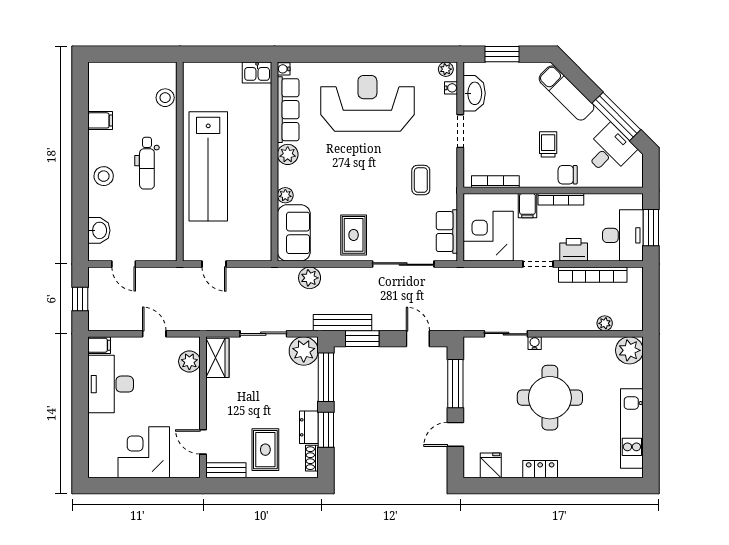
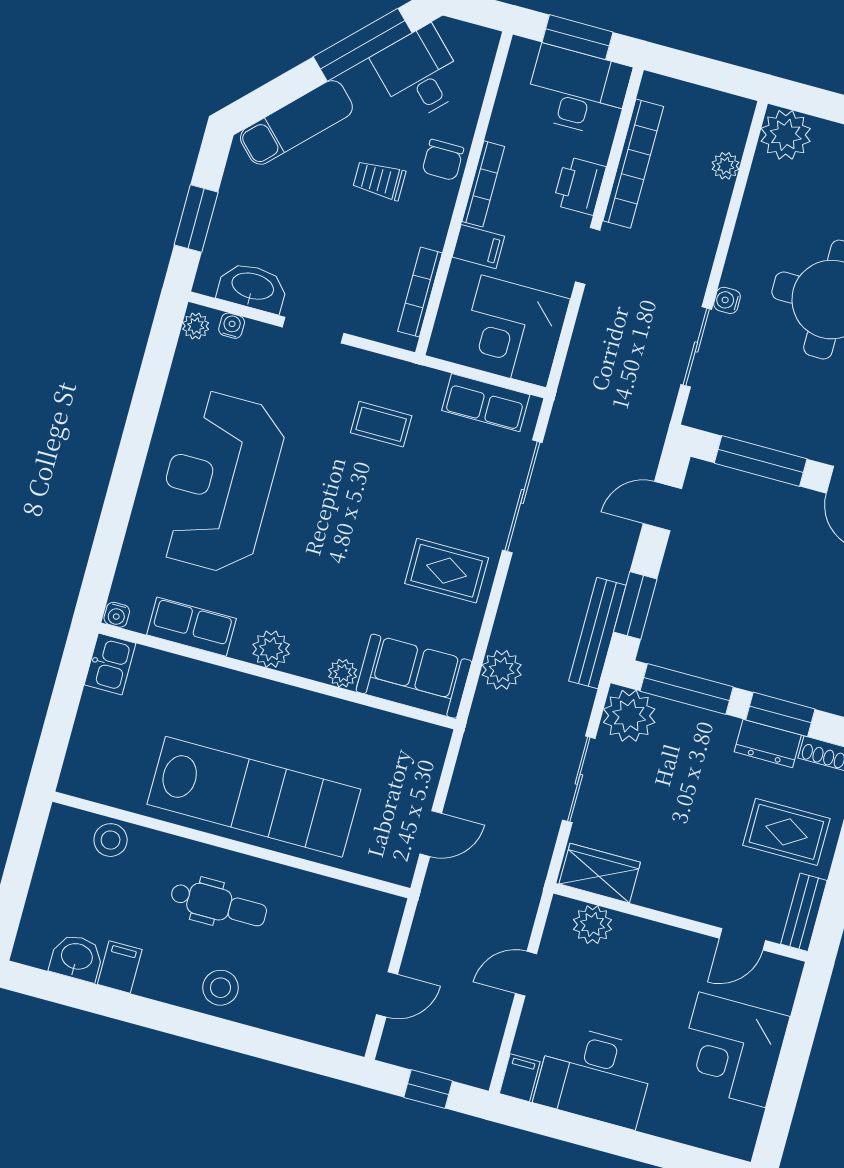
row of seats: (288, 110) -> (192, 627), width x0.68
washbasin: (99, 230) -> (77, 958), moved

